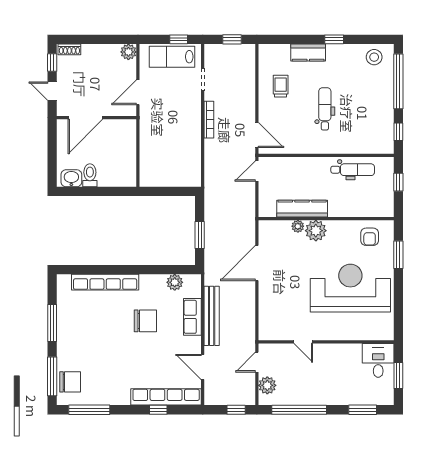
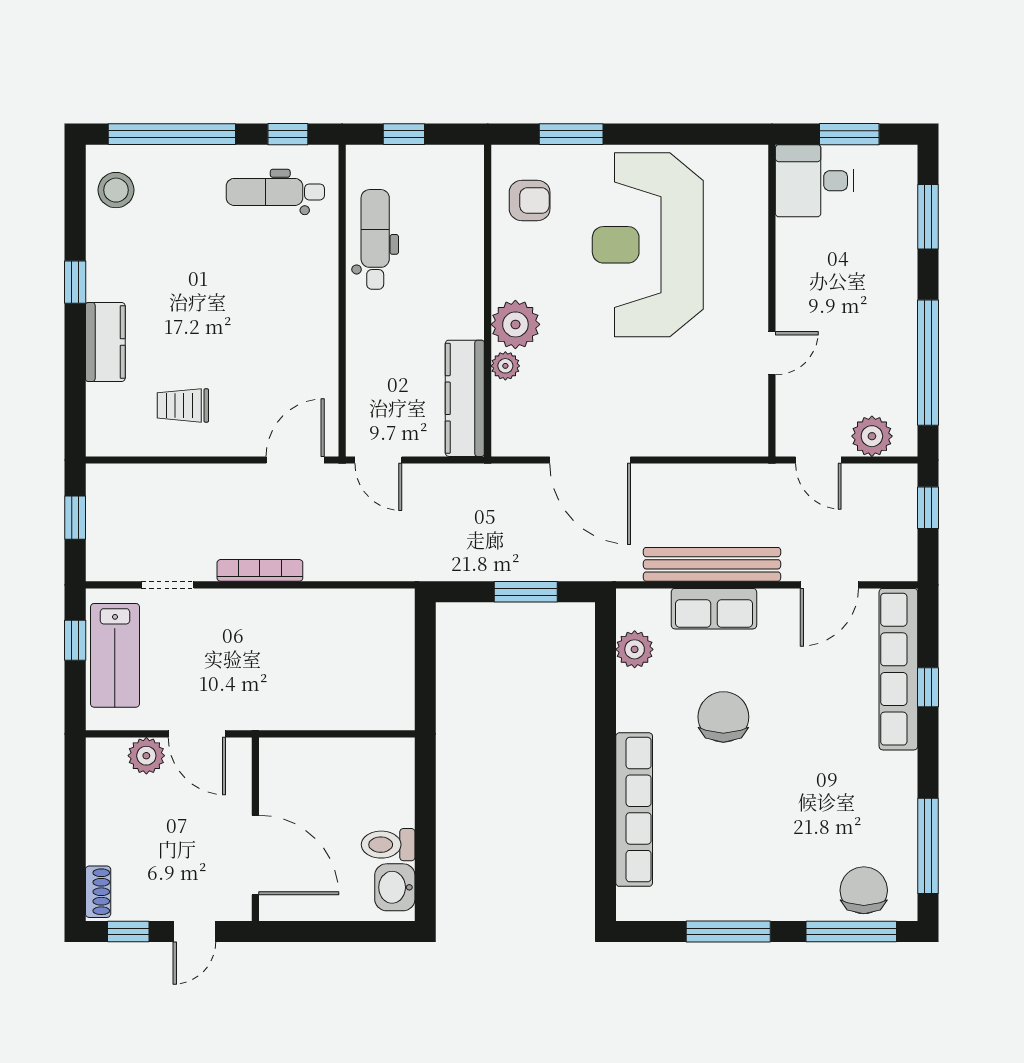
plant: (128, 52) -> (146, 756), moved
dental chair: (325, 109) -> (275, 192), moved
kitchen counter: (302, 209) -> (465, 398), moved

